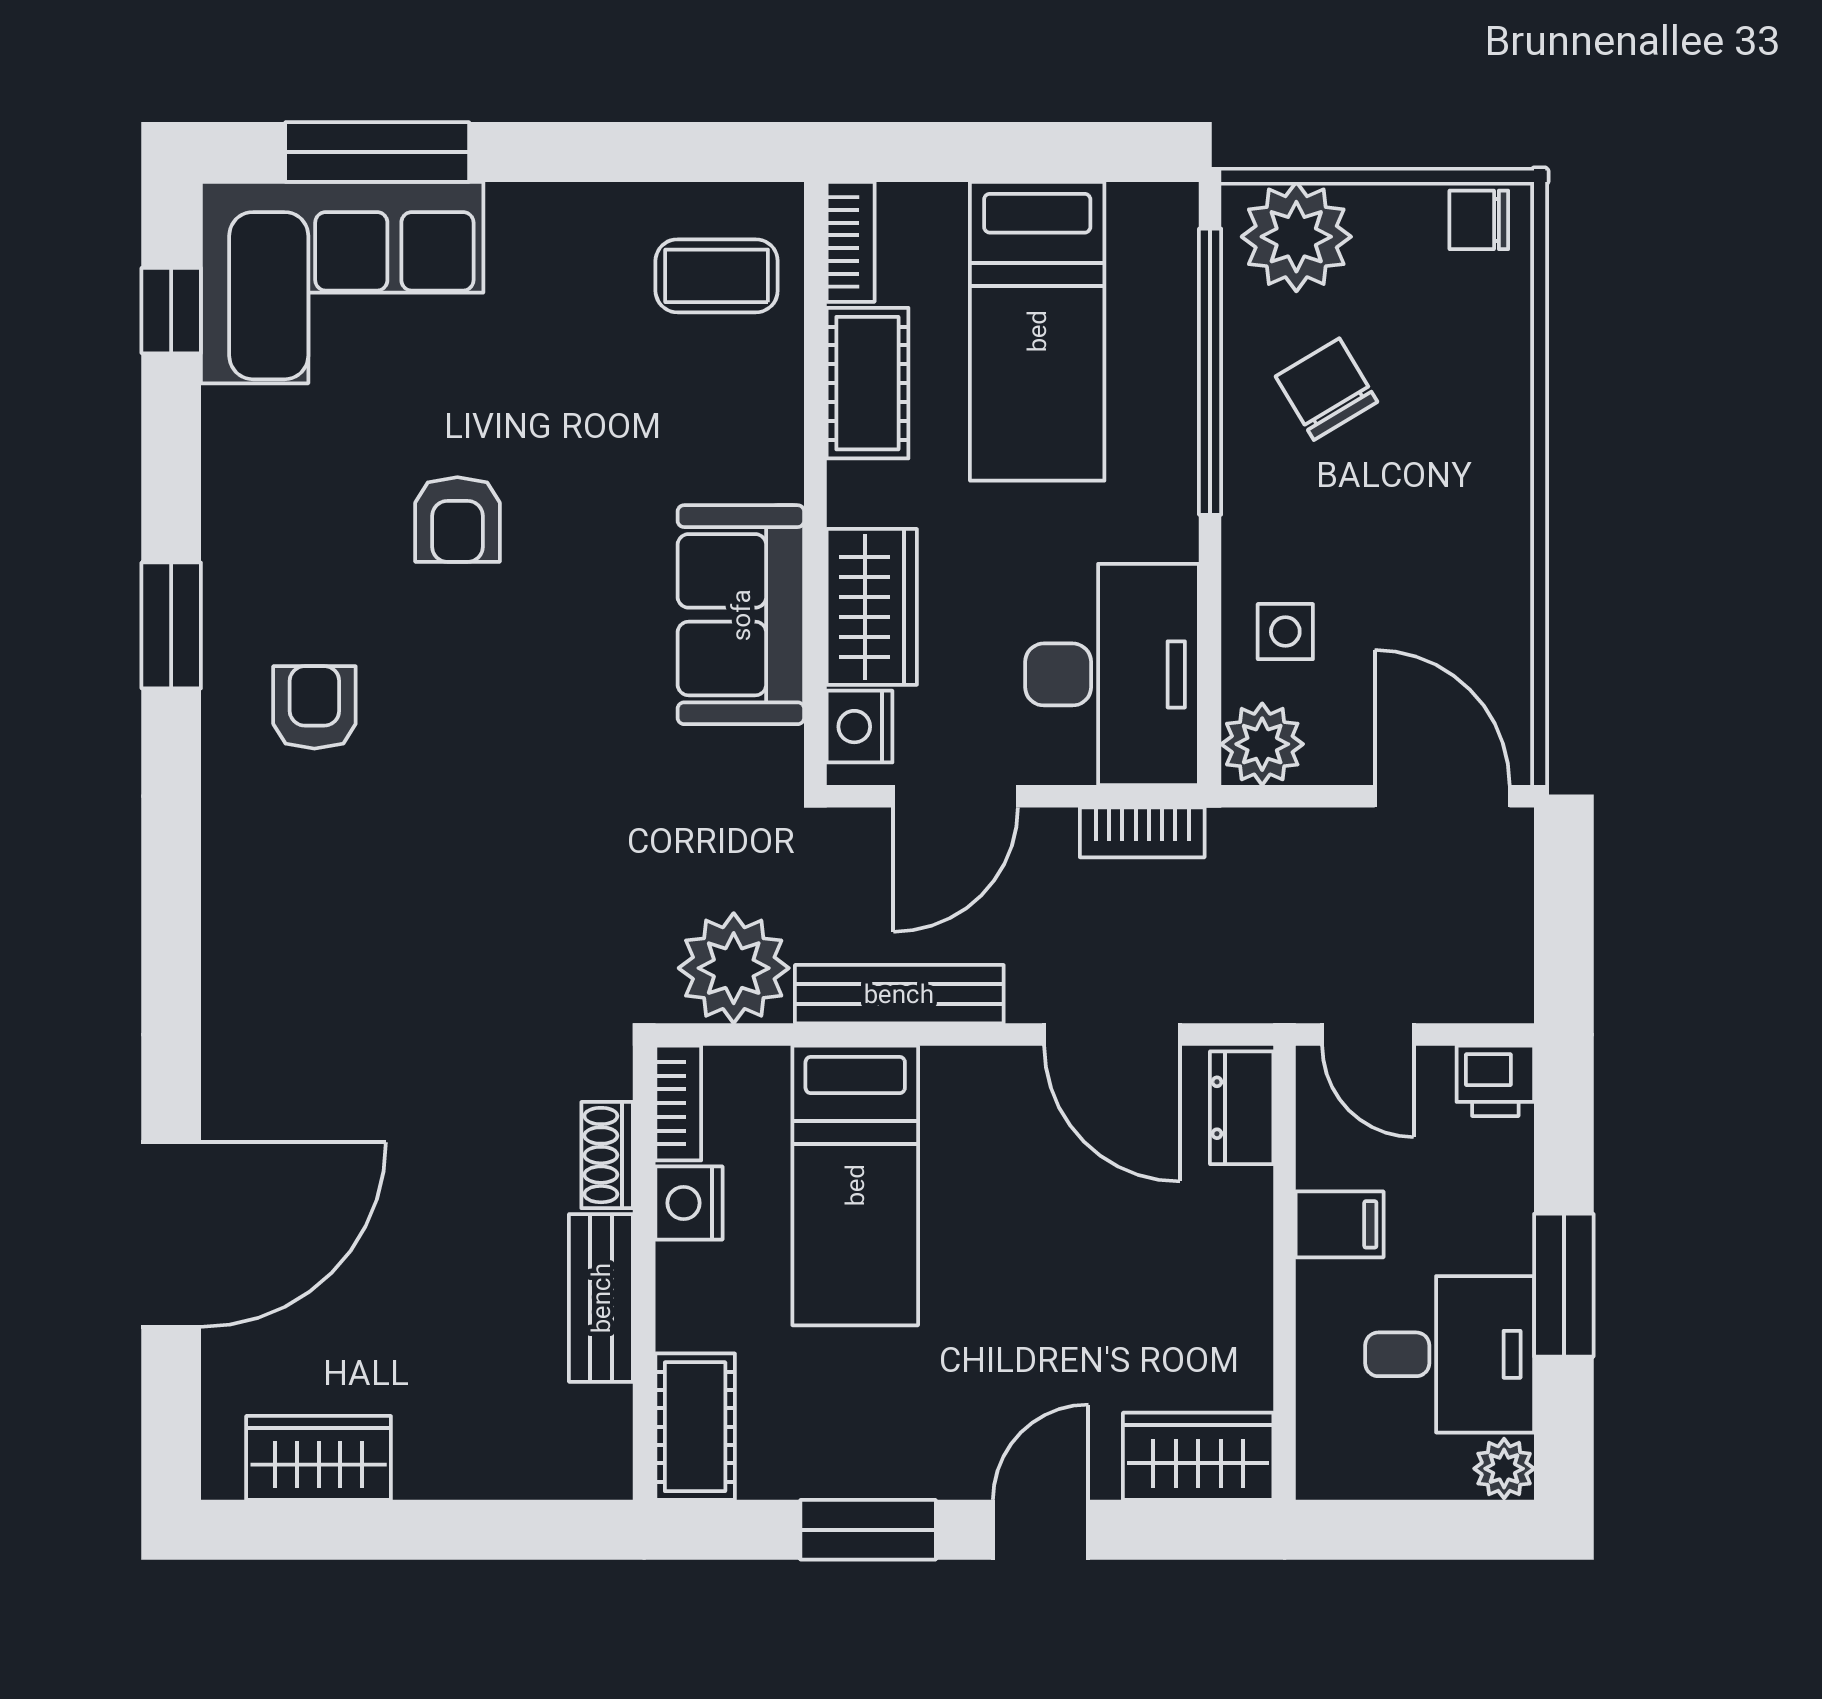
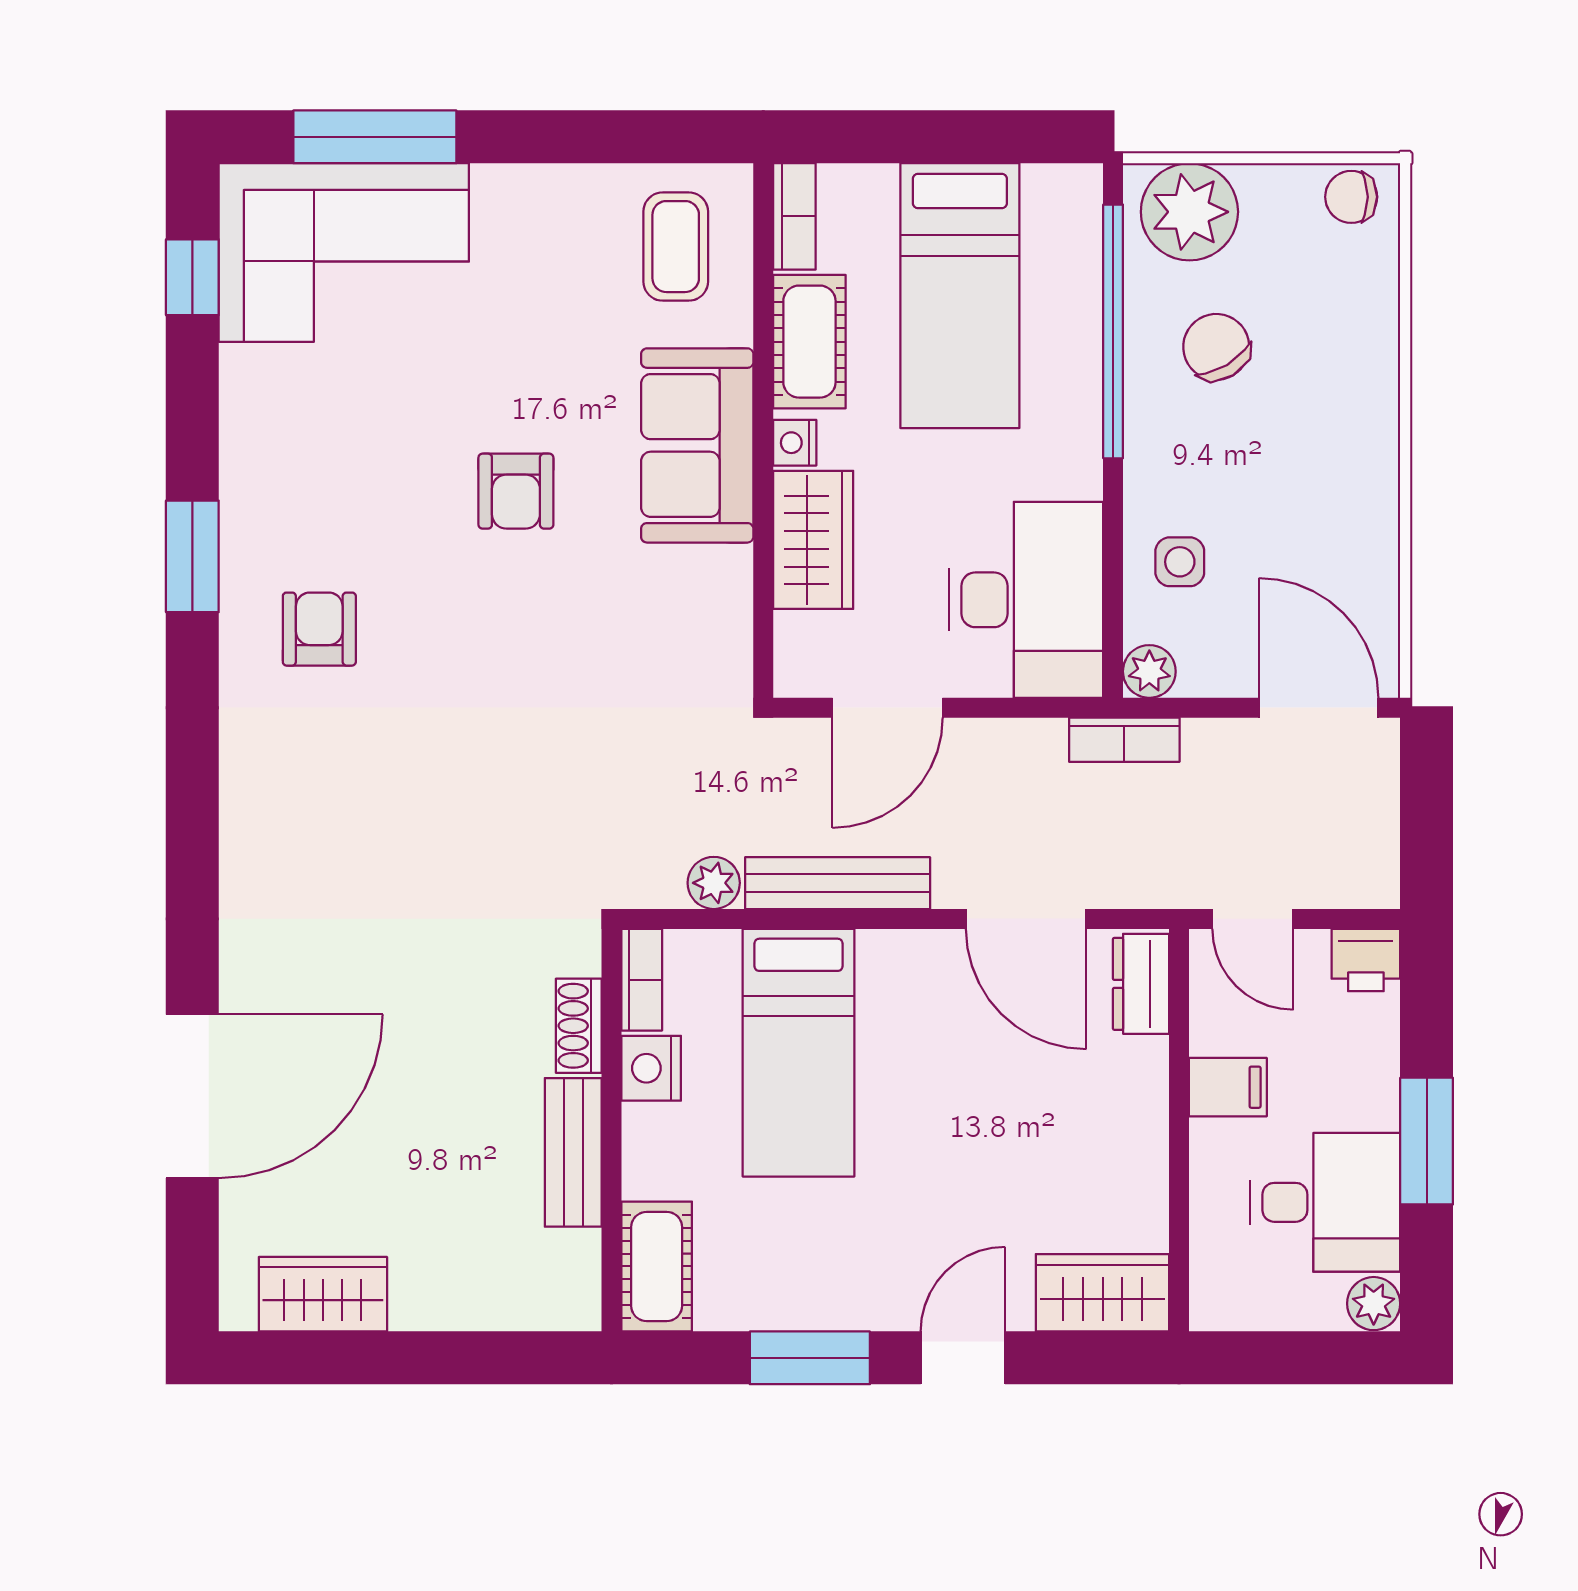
coffee table: (717, 276) -> (676, 247), turned 90
armchair: (457, 520) -> (516, 491), moved
sofa: (741, 615) -> (697, 445), moved
nightstand: (860, 727) -> (795, 443), moved, width x0.72, depth x0.74
plant: (1262, 744) -> (1149, 671), width x0.73, depth x0.73
bookcase: (1142, 832) -> (1124, 740), moved
plant: (734, 968) -> (714, 883), width x0.53, depth x0.53

